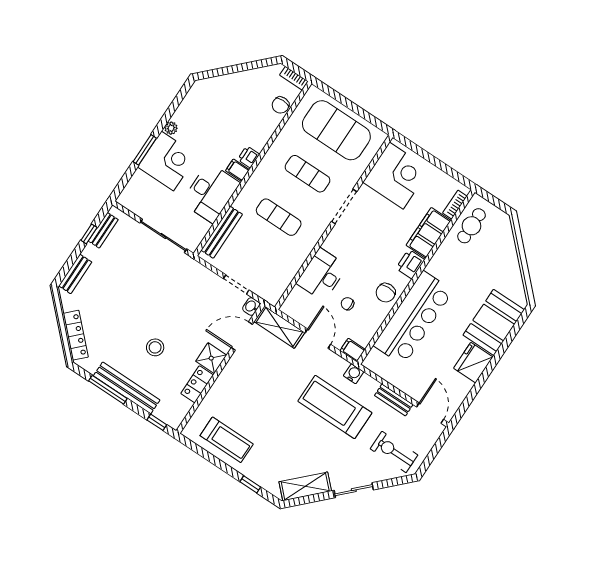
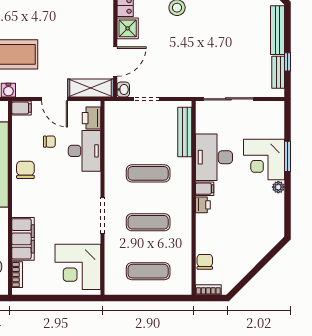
exercise mat: (336, 130) -> (148, 271), width x0.50, depth x0.69
printer: (410, 264) -> (92, 118), moved, turned 180
bench: (75, 274) -> (277, 30), width x1.36

